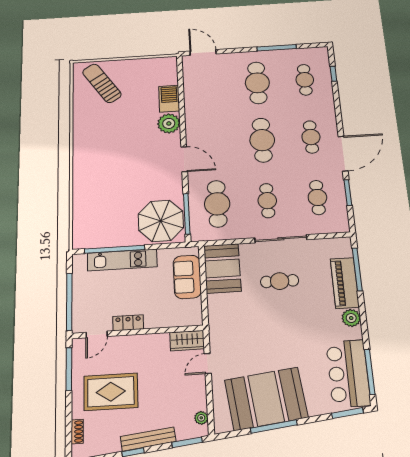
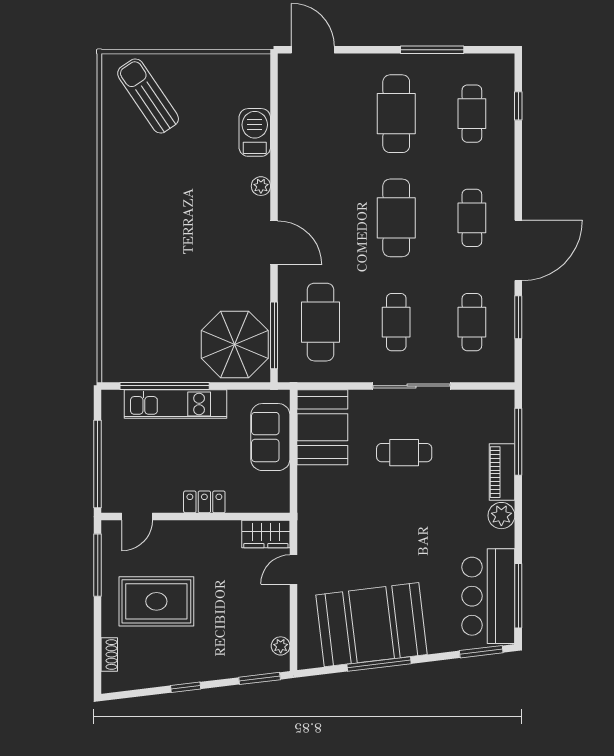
plant: (169, 123) -> (261, 186), width x0.53, depth x0.53
piano: (345, 283) -> (502, 472), width x0.73, depth x0.75
locker: (128, 323) -> (204, 502), moved
bench: (148, 439) -> (207, 671), removed

